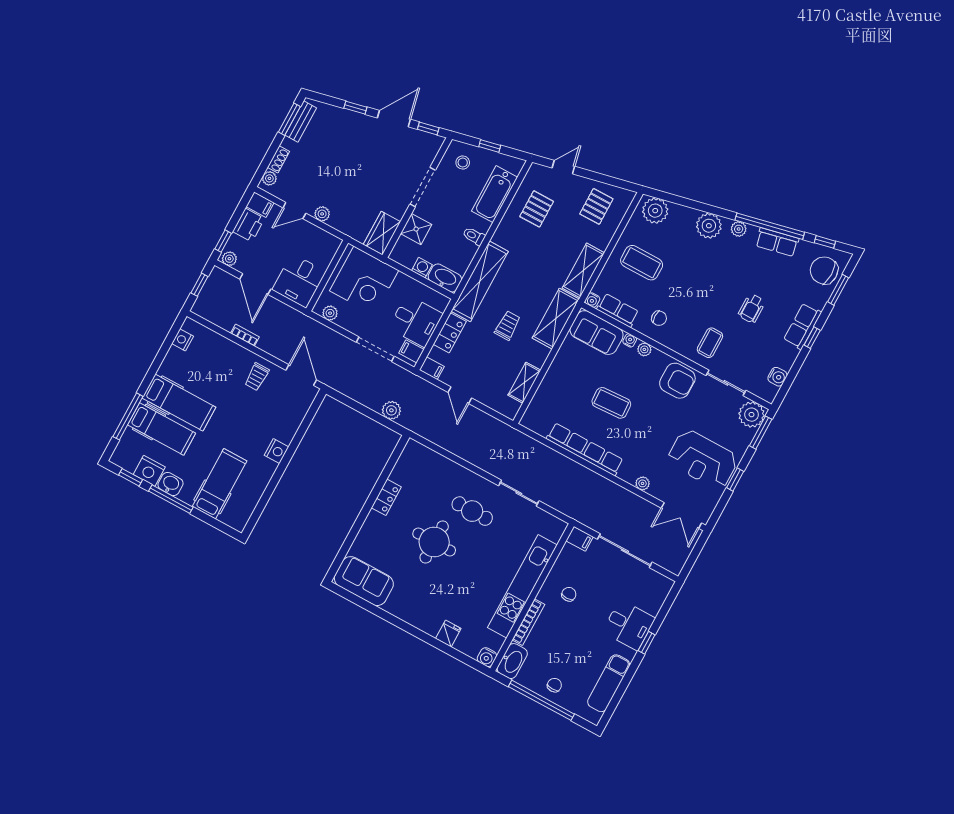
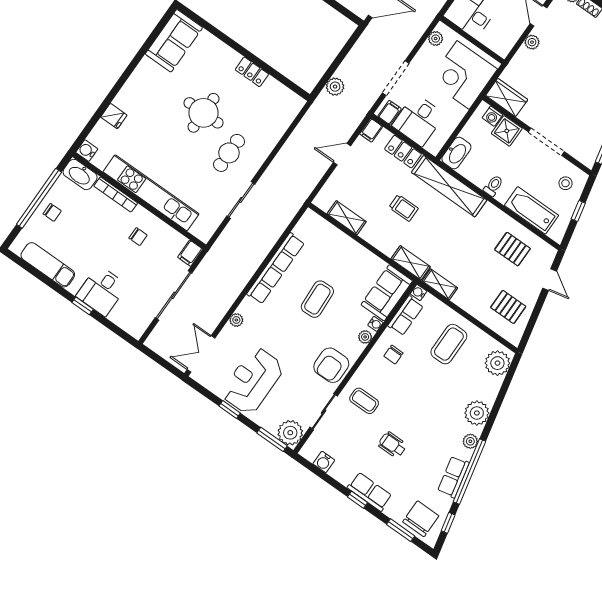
washing machine: (422, 268) -> (492, 116), moved, turned 90
shelving: (583, 270) -> (440, 284), width x0.67, depth x0.75
shelving: (556, 319) -> (411, 263), width x0.67, depth x0.75

